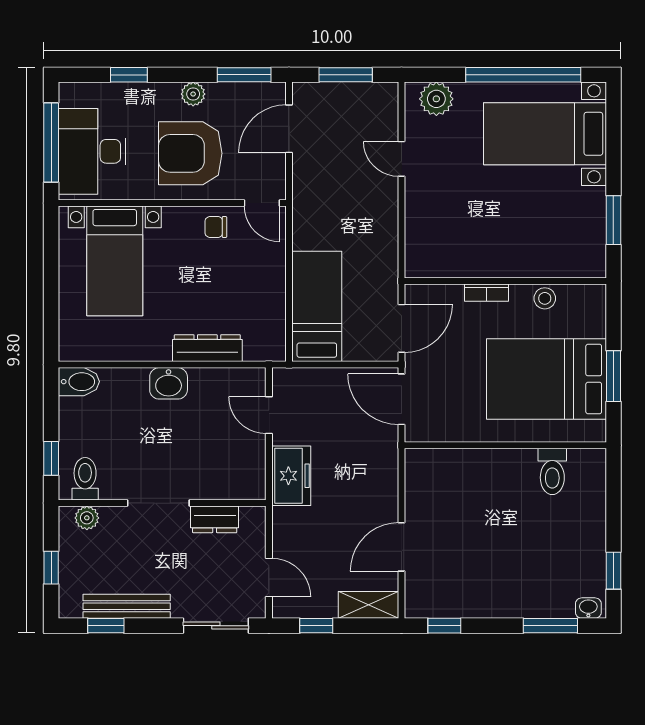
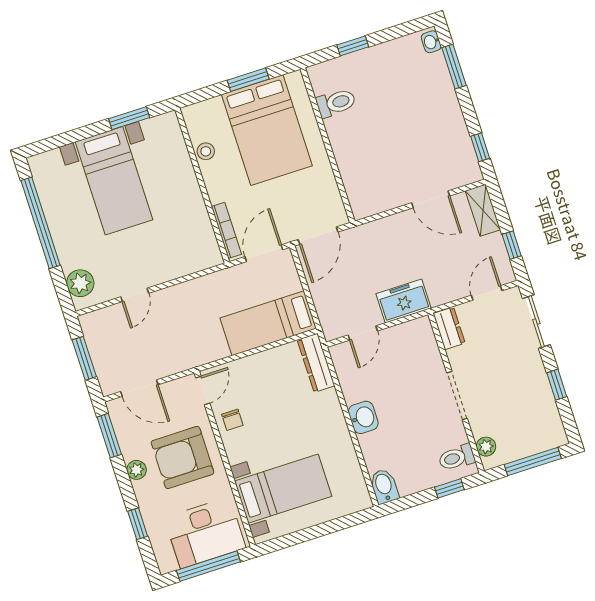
bed with nightstands: (545, 134) -> (114, 181), moved
armchair: (190, 153) -> (182, 457), turned 90
bookcase: (487, 293) -> (226, 230), moved, width x1.56
door: (402, 328) -> (264, 253), hinge flipped
dresser: (207, 348) -> (316, 363), moved
dresser: (215, 519) -> (449, 328), moved
window: (51, 568) -> (533, 462), width x2.17
window: (613, 571) -> (353, 46), moved
bench: (127, 606) -> (544, 394), removed
window: (106, 626) -> (557, 385), moved

